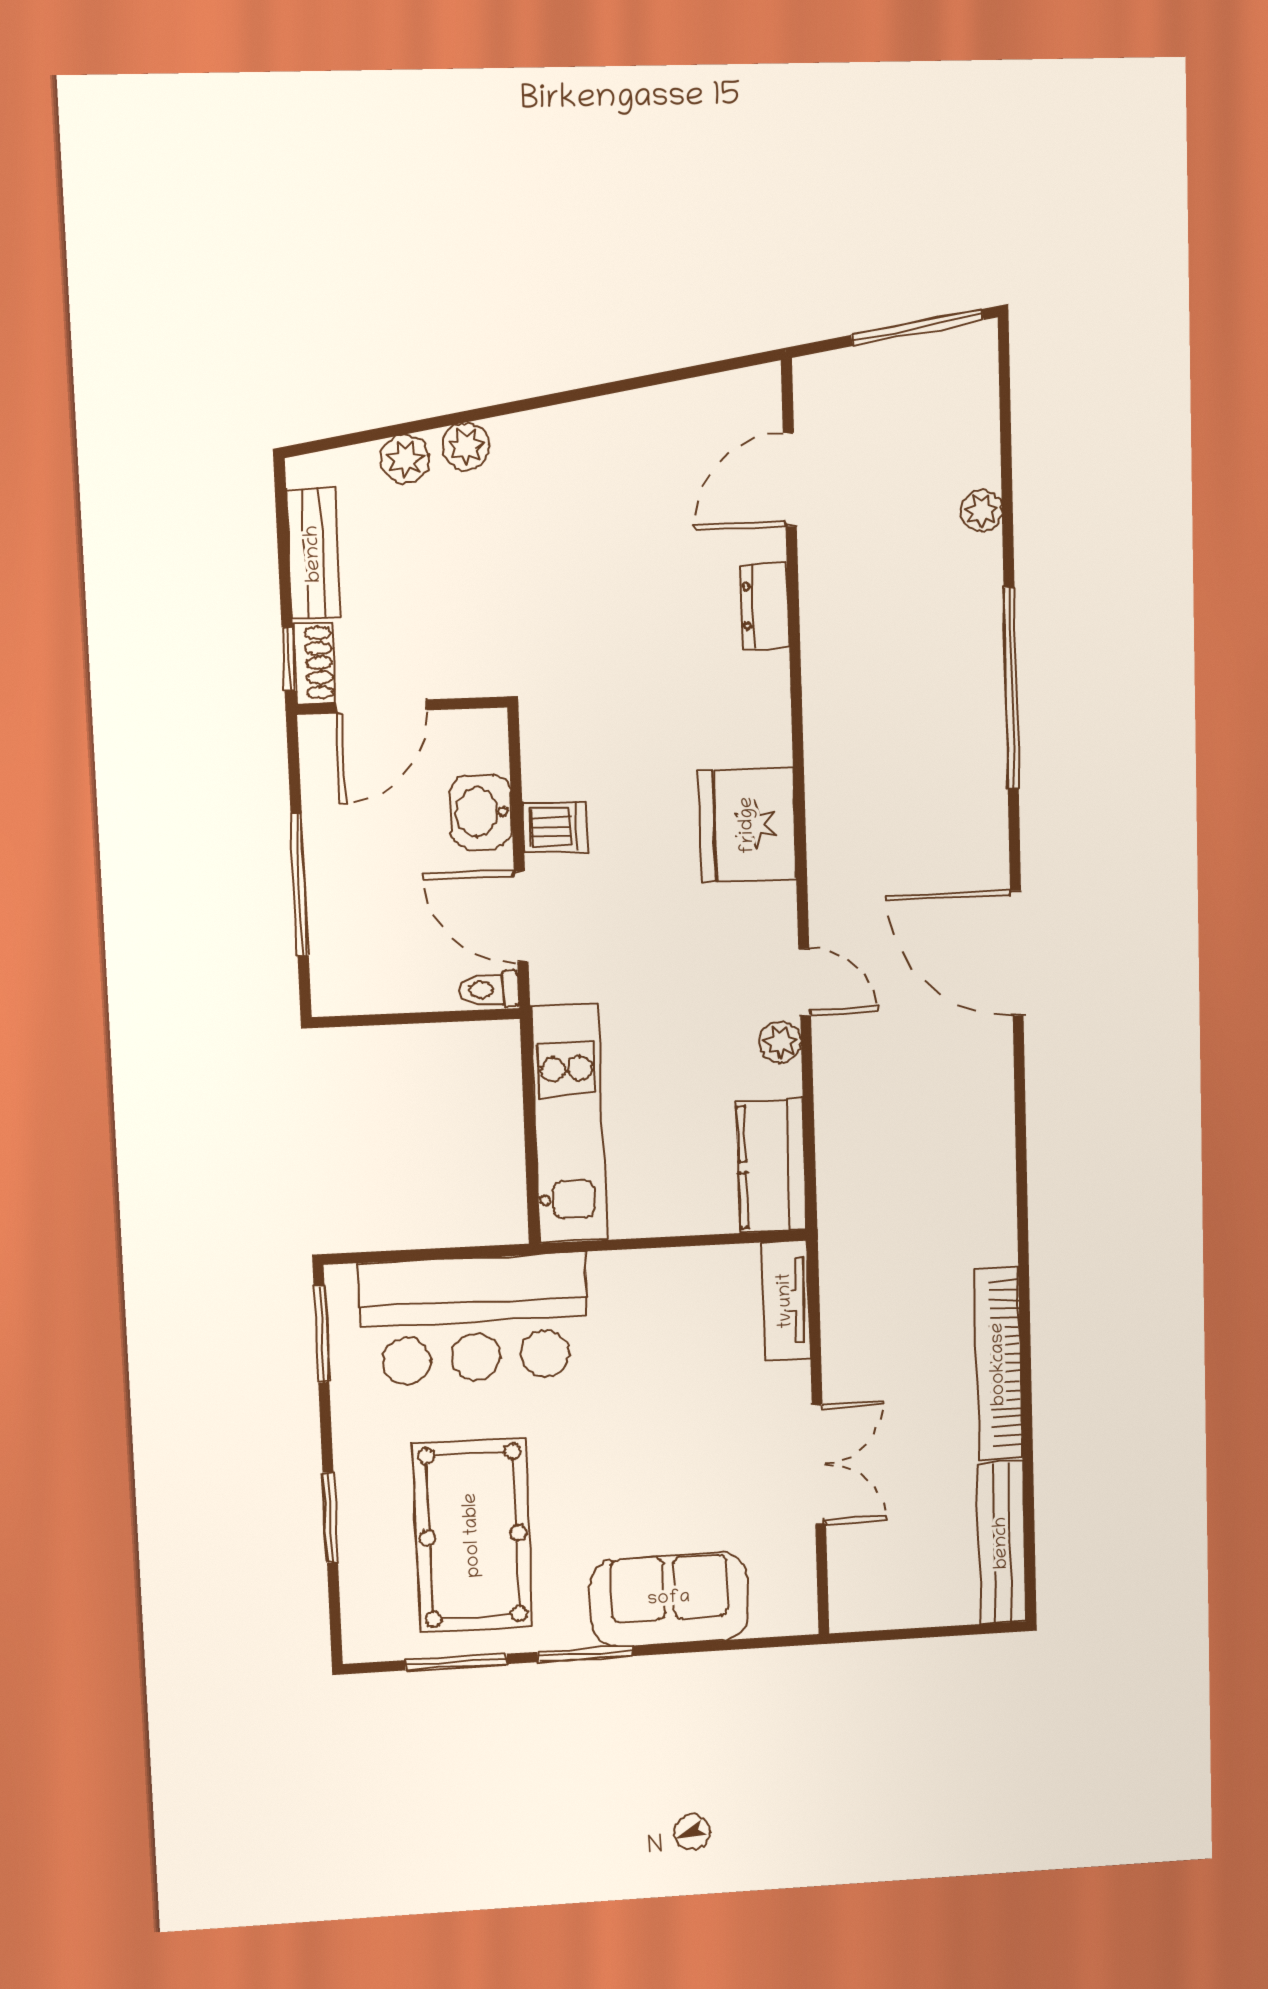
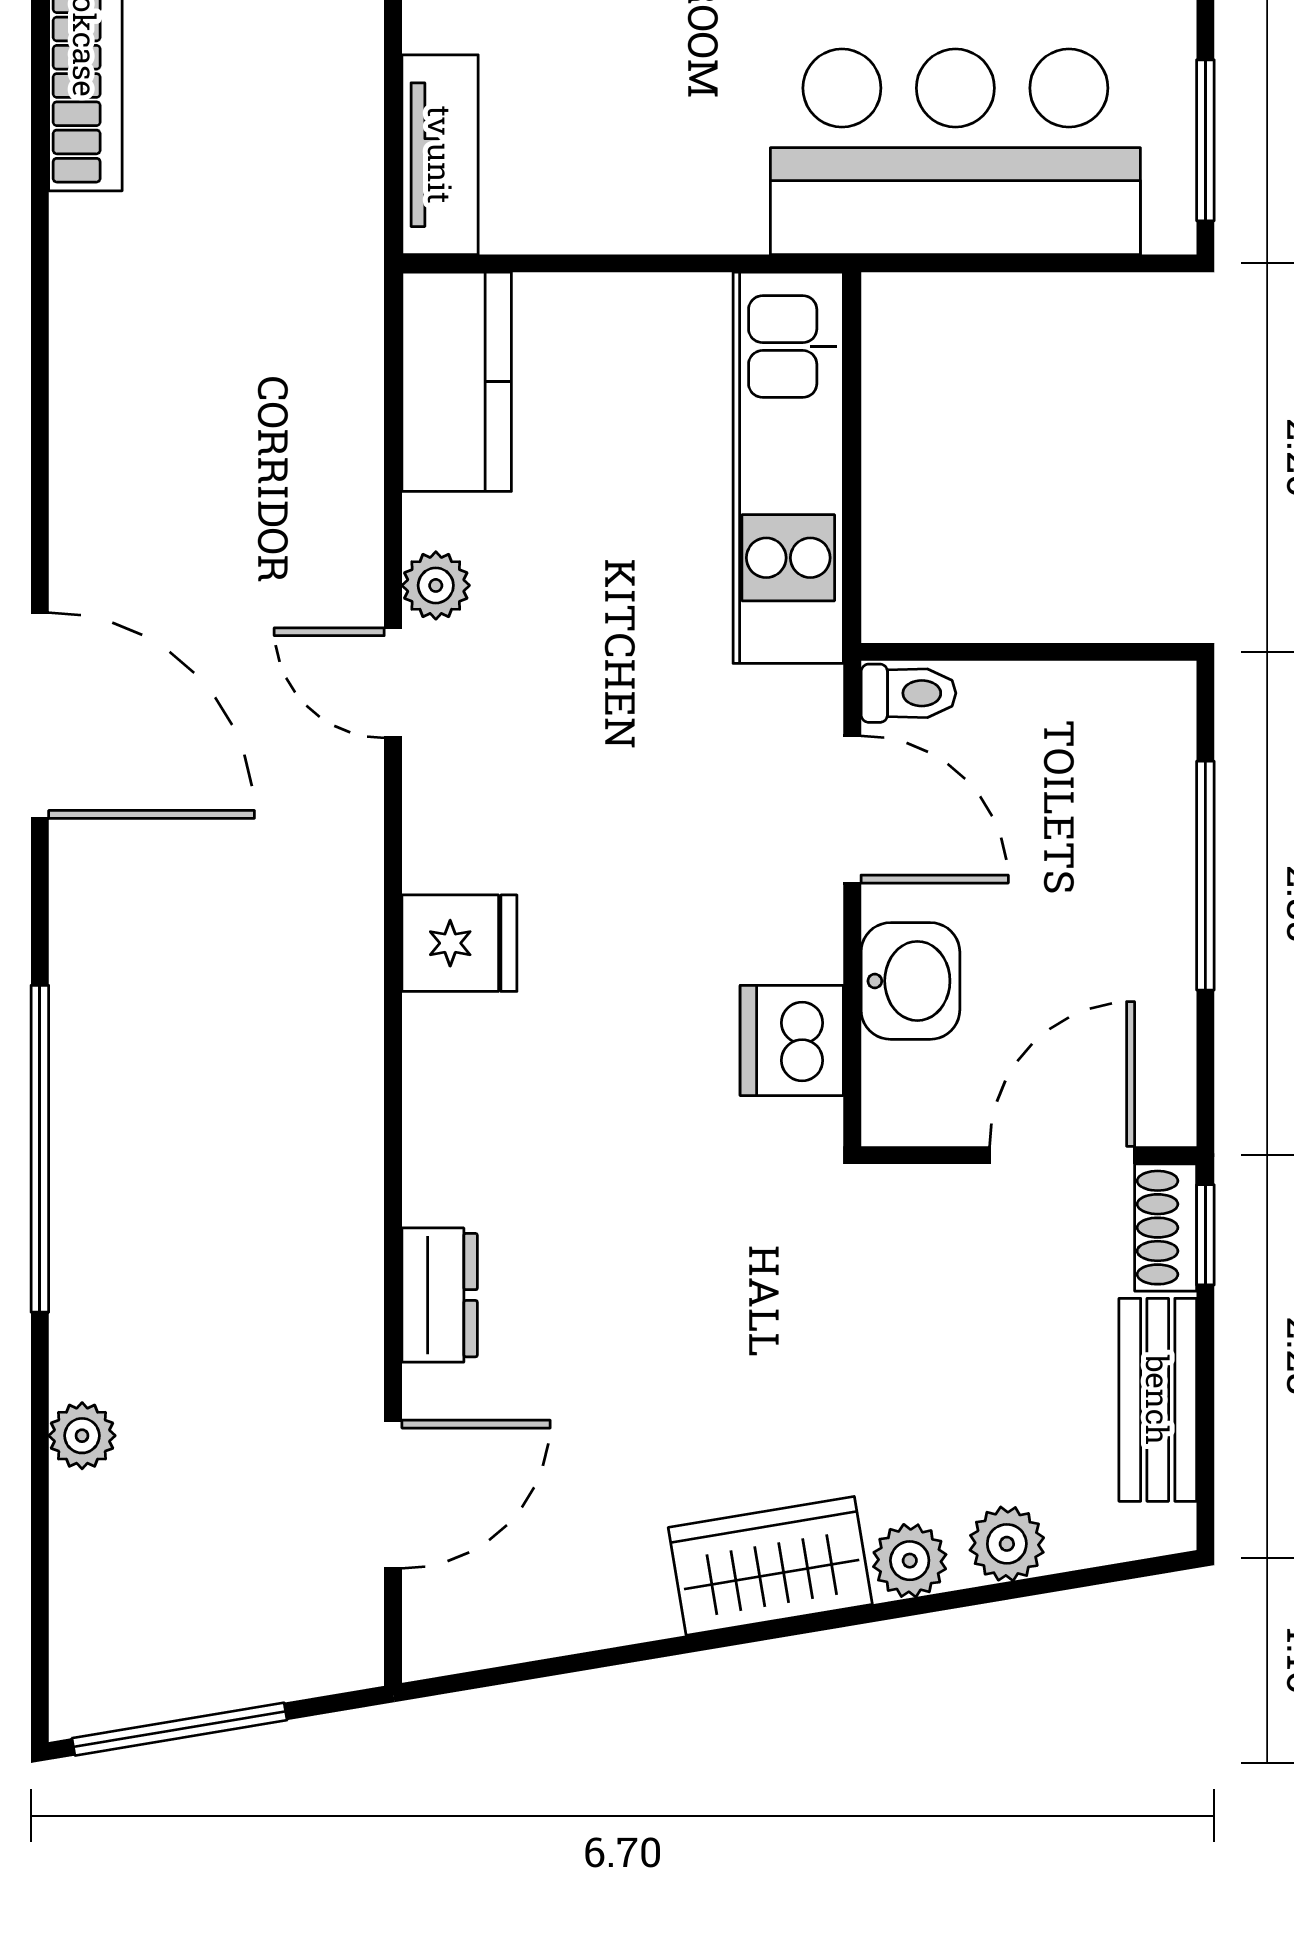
wardrobe: (554, 441) -> (770, 1566), added
fridge: (748, 825) -> (459, 943), width x0.53, depth x0.75
dishwasher: (555, 827) -> (792, 1040), moved, width x1.38

